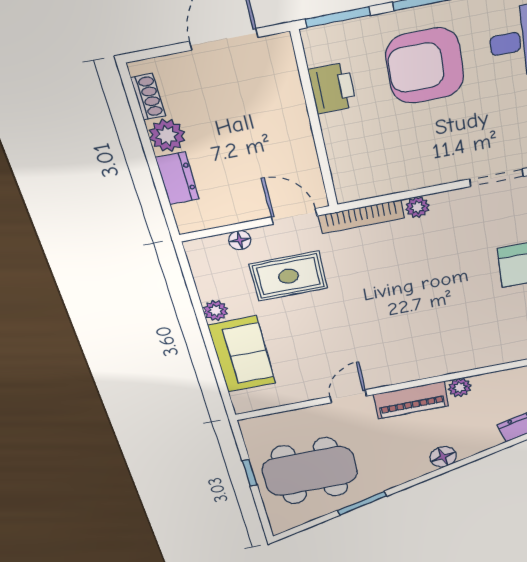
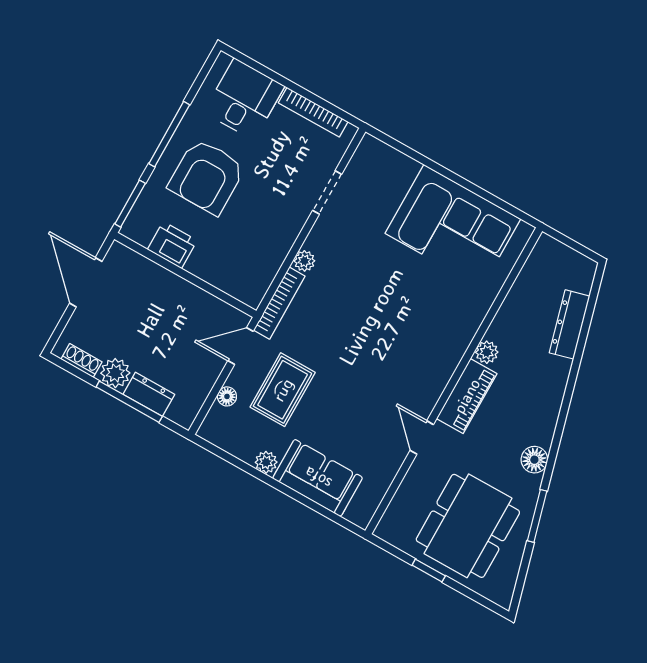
window: (154, 168) -> (129, 402), added
floor lamp: (443, 457) -> (534, 460), moved

